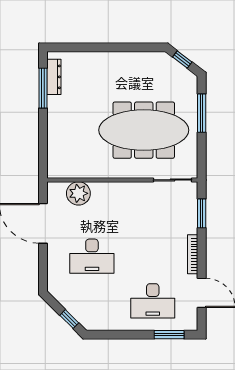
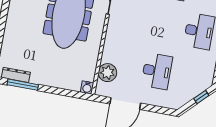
water cooler: (55, 171) -> (87, 88), added

